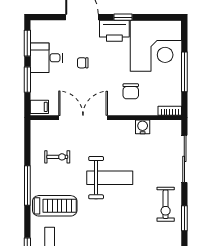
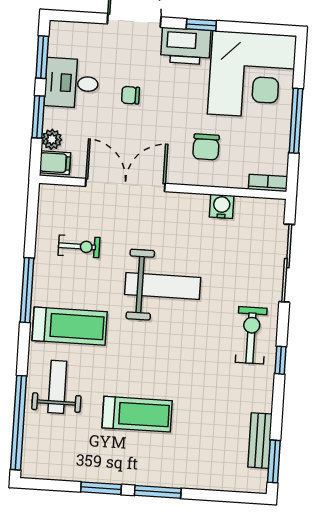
plant: (37, 93) -> (52, 139), added
exercise bike: (166, 204) -> (251, 335), turned 180
window: (184, 218) -> (280, 360), width x0.67

